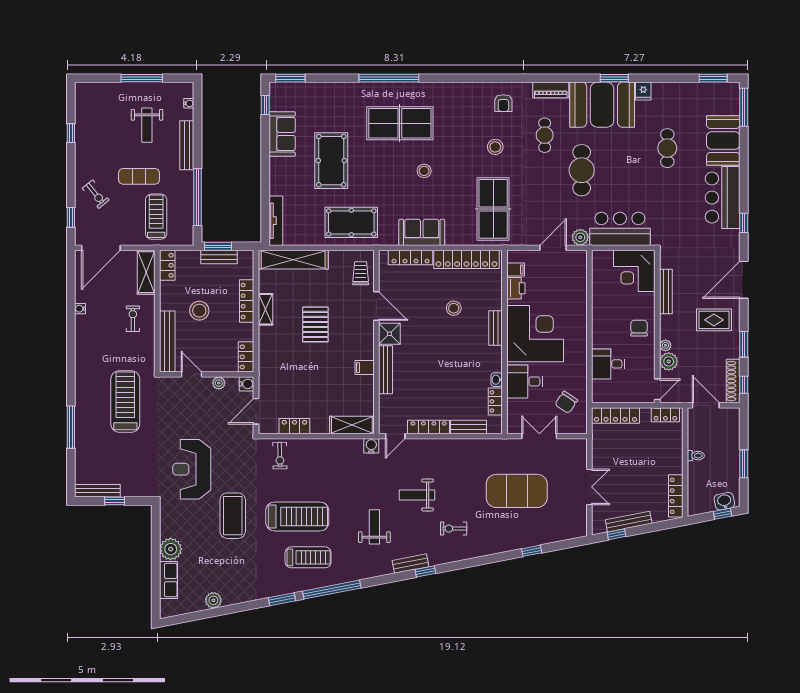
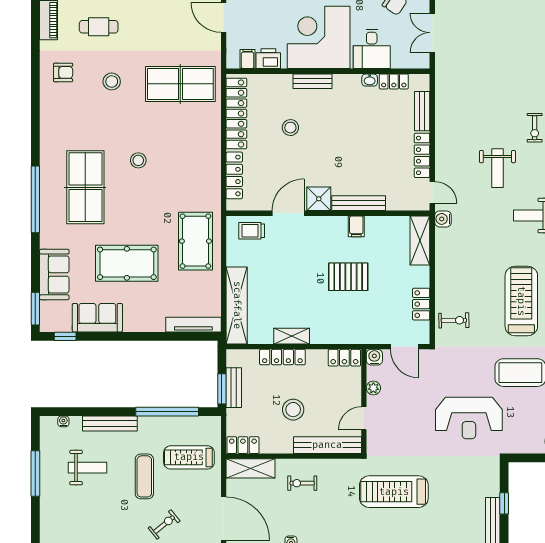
sofa: (422, 232) -> (54, 274), moved, turned 180
pallet: (315, 324) -> (348, 277), moved
exercise mat: (517, 491) -> (493, 58), removed

